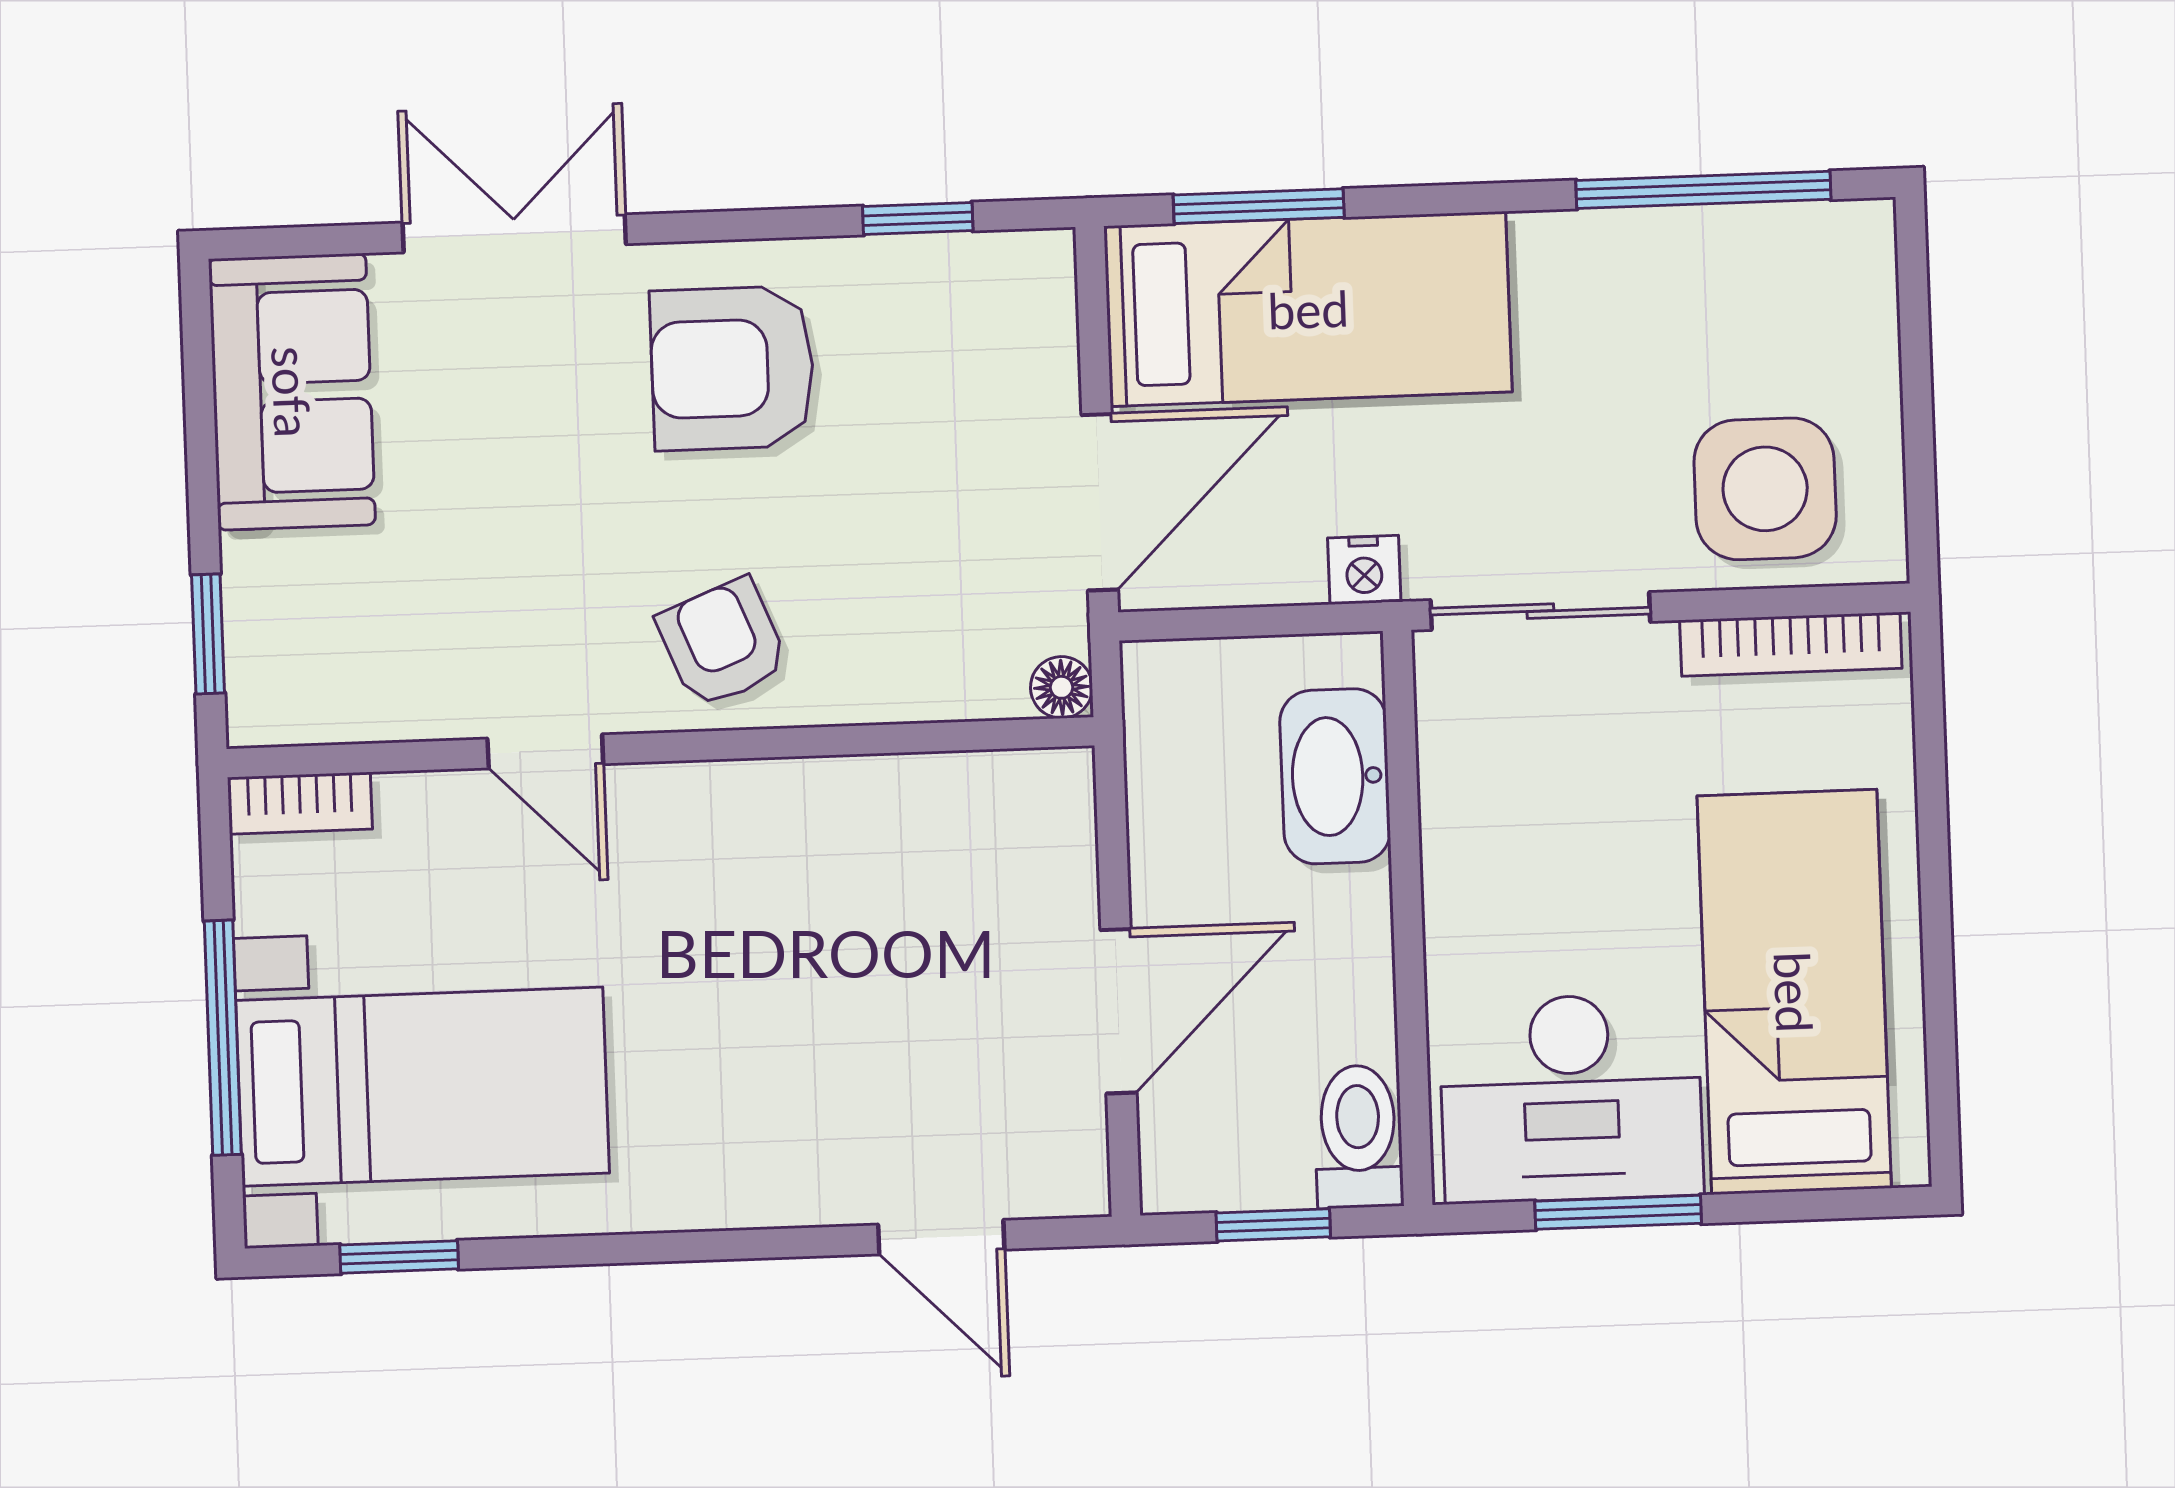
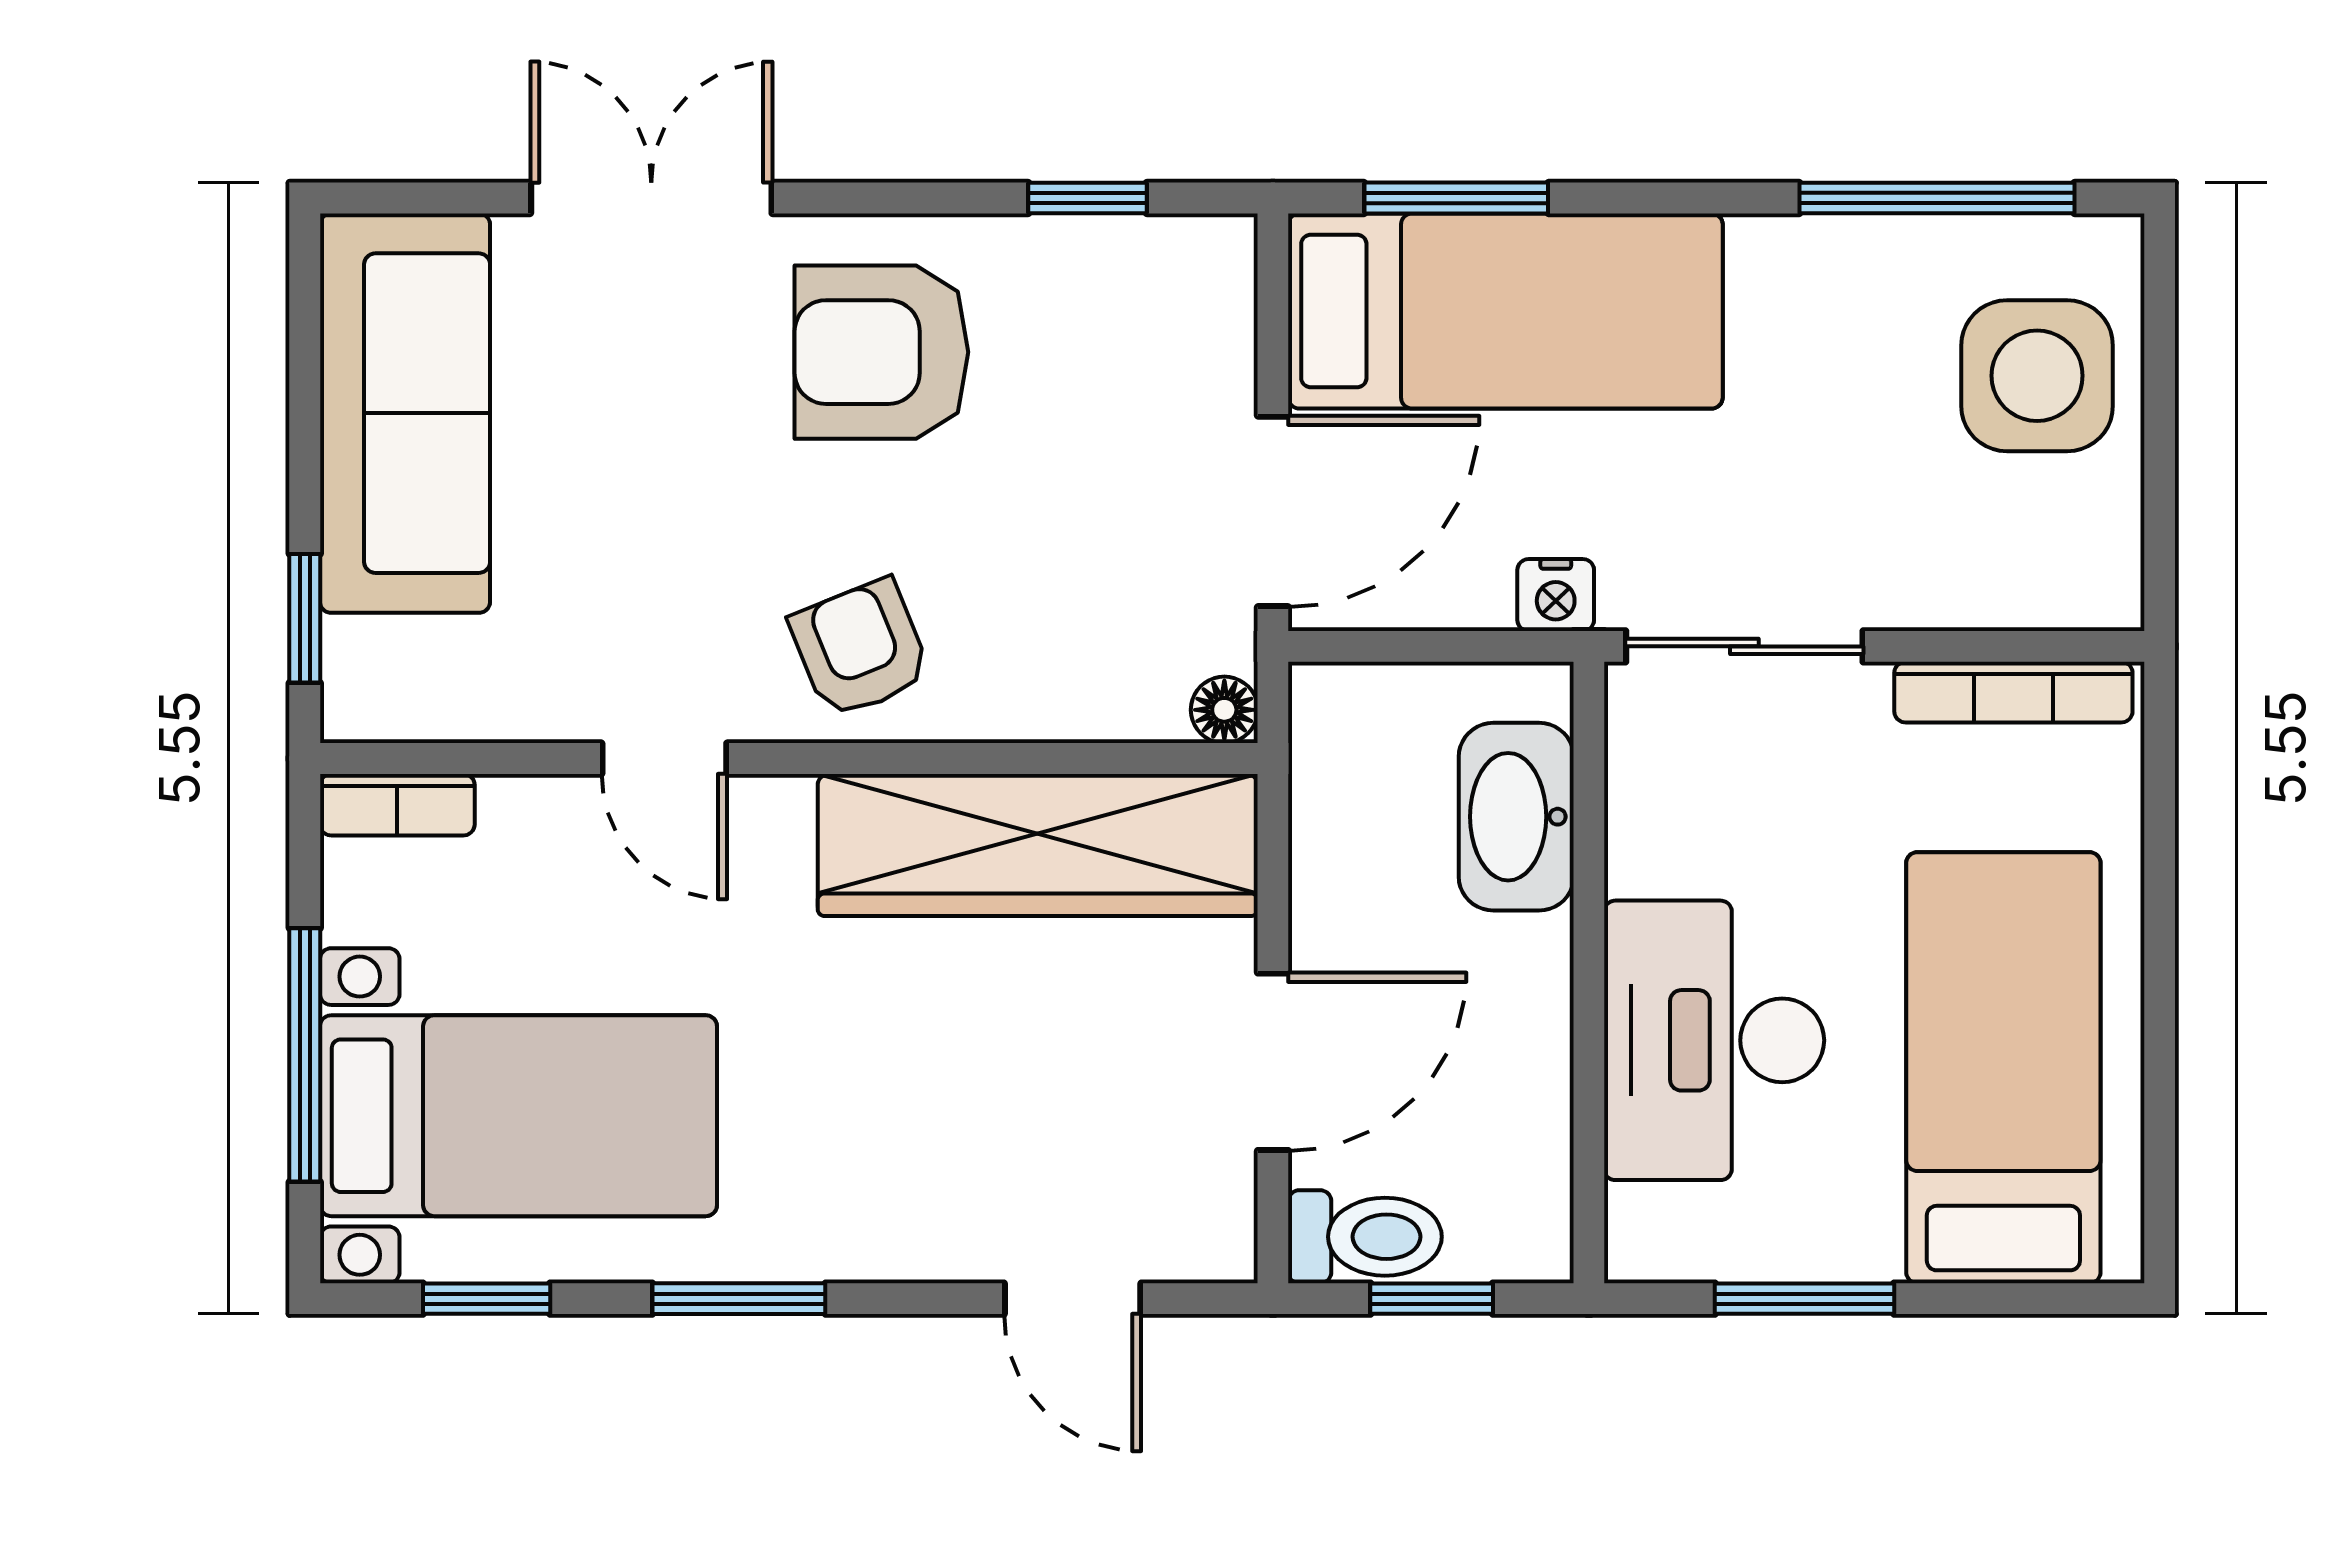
sofa: (292, 392) -> (405, 413), width x1.36
side table: (1765, 489) -> (2037, 376), moved
wardrobe: (894, 819) -> (1038, 845), added
desk: (1571, 1098) -> (1714, 1040), moved, turned 90
toilet: (1358, 1137) -> (1365, 1237), moved, turned 90
window: (633, 1248) -> (739, 1299), added

